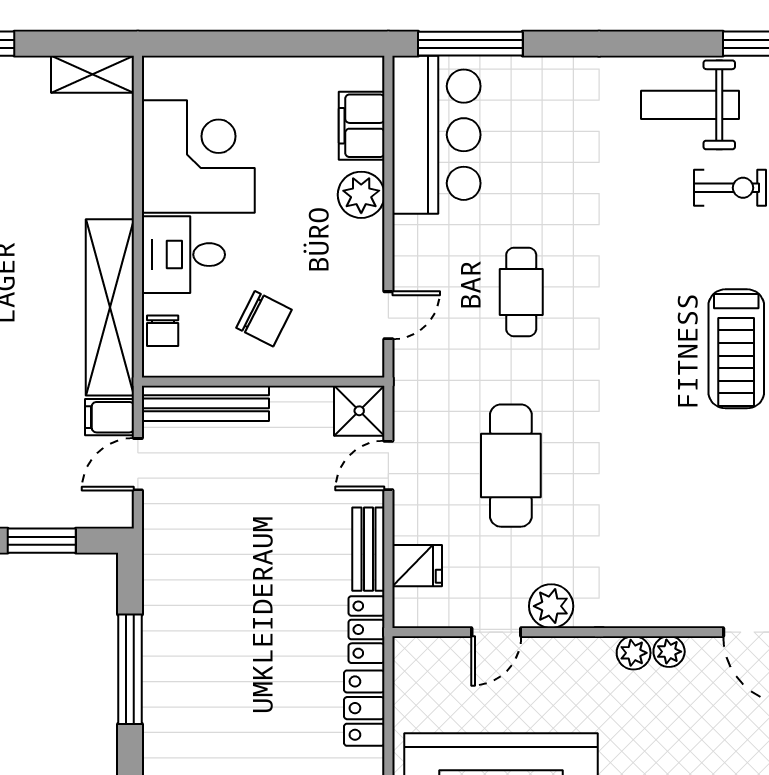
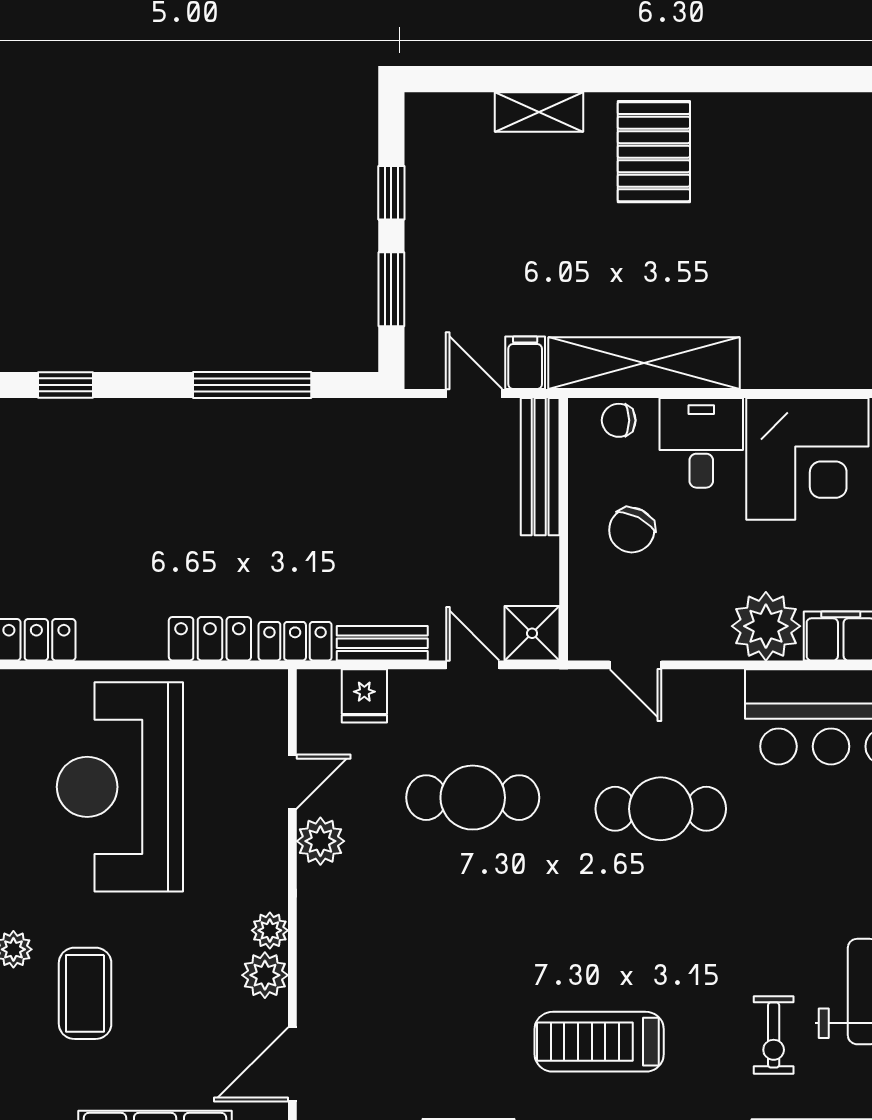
plant: (361, 195) -> (766, 626), width x1.36, depth x1.36
cafe table: (521, 292) -> (661, 809), width x1.37, depth x1.35
door: (496, 632) -> (292, 782), swing flipped
plant: (669, 652) -> (265, 975), width x1.38, depth x1.38

